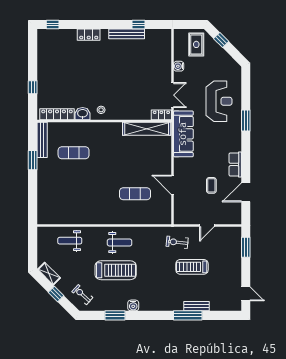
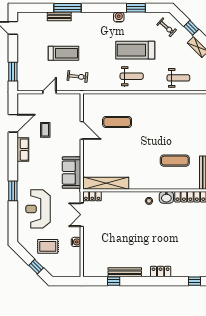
rug: (196, 44) -> (48, 246), moved, turned 90
sofa: (183, 134) -> (72, 173), width x0.73
weight bench: (120, 243) -> (132, 76), turned 180

